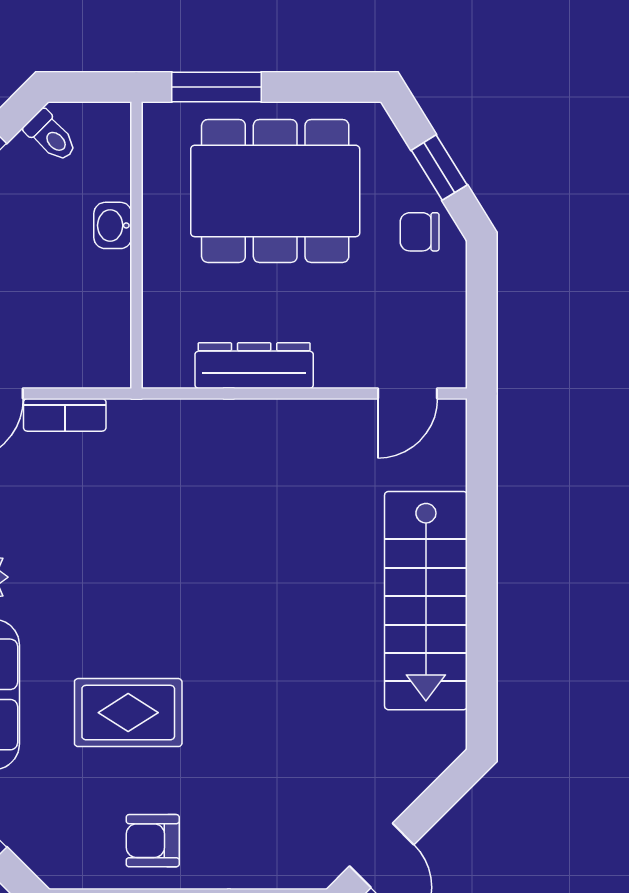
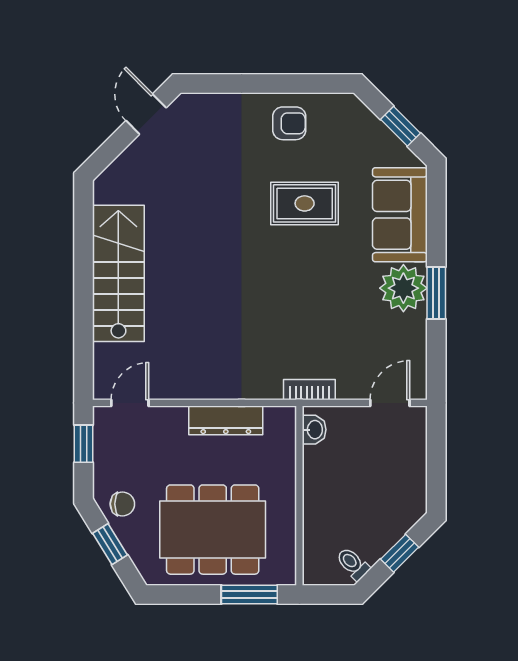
washbasin: (113, 225) -> (314, 430), moved
window: (482, 328) -> (83, 444), added
bookcase: (65, 415) -> (309, 390), moved

